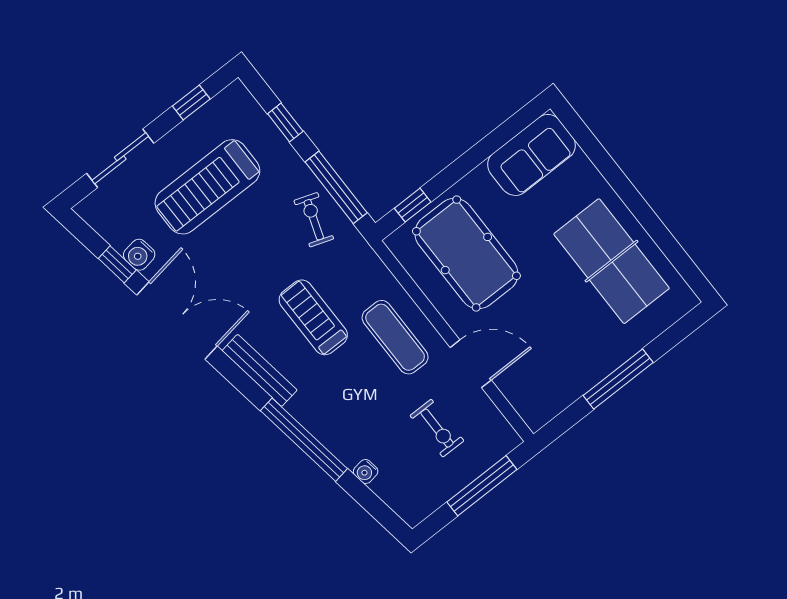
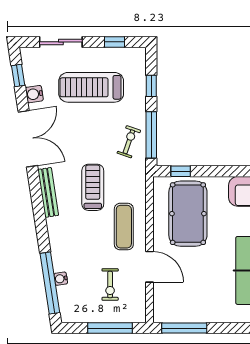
window: (117, 264) -> (18, 75), moved
window: (618, 379) -> (184, 328), moved
window: (304, 440) -> (50, 283), moved

